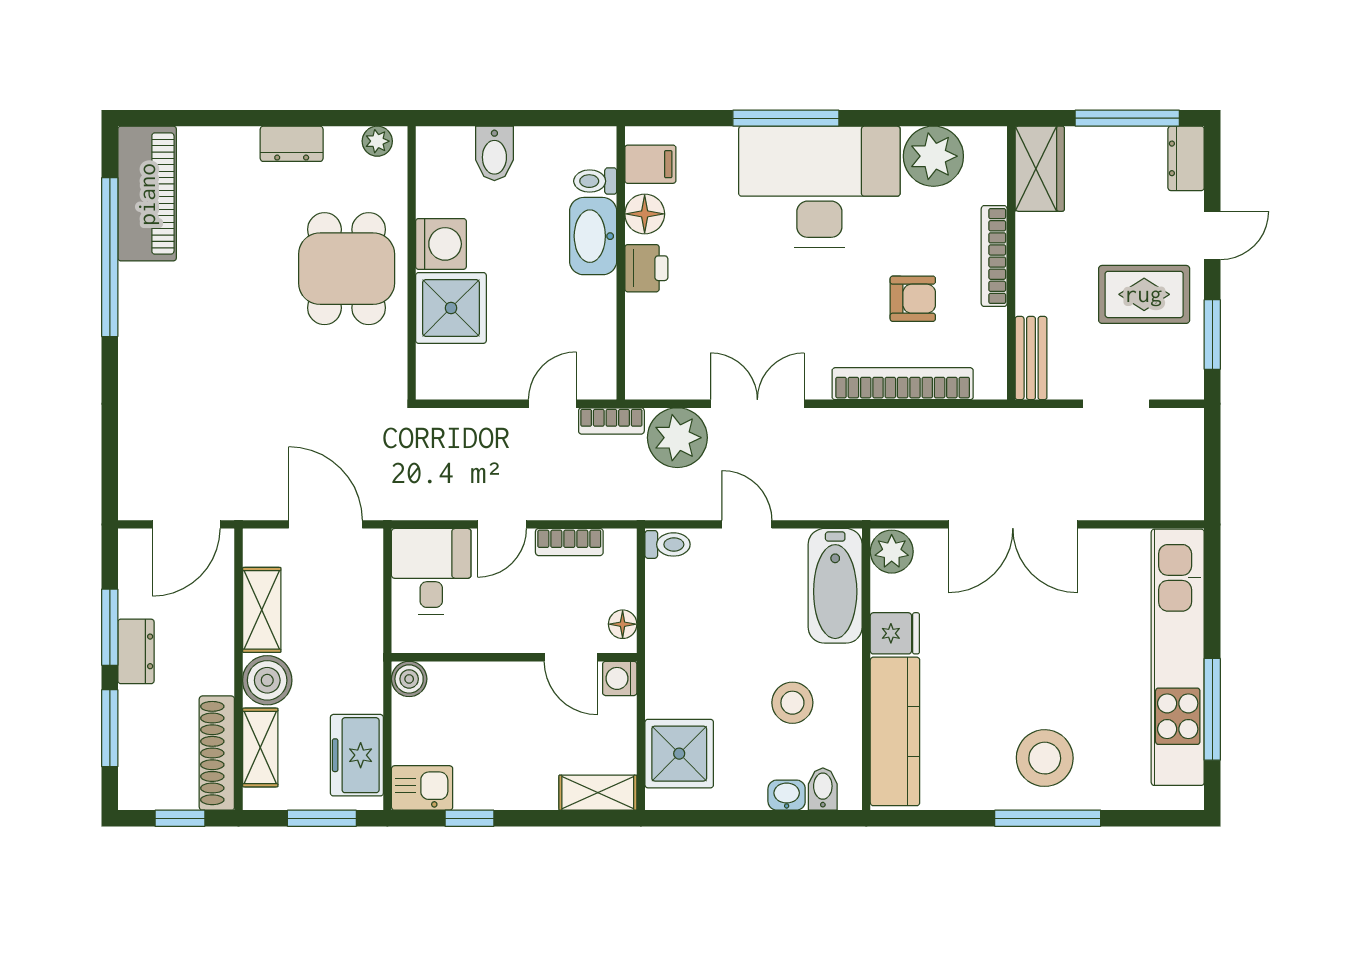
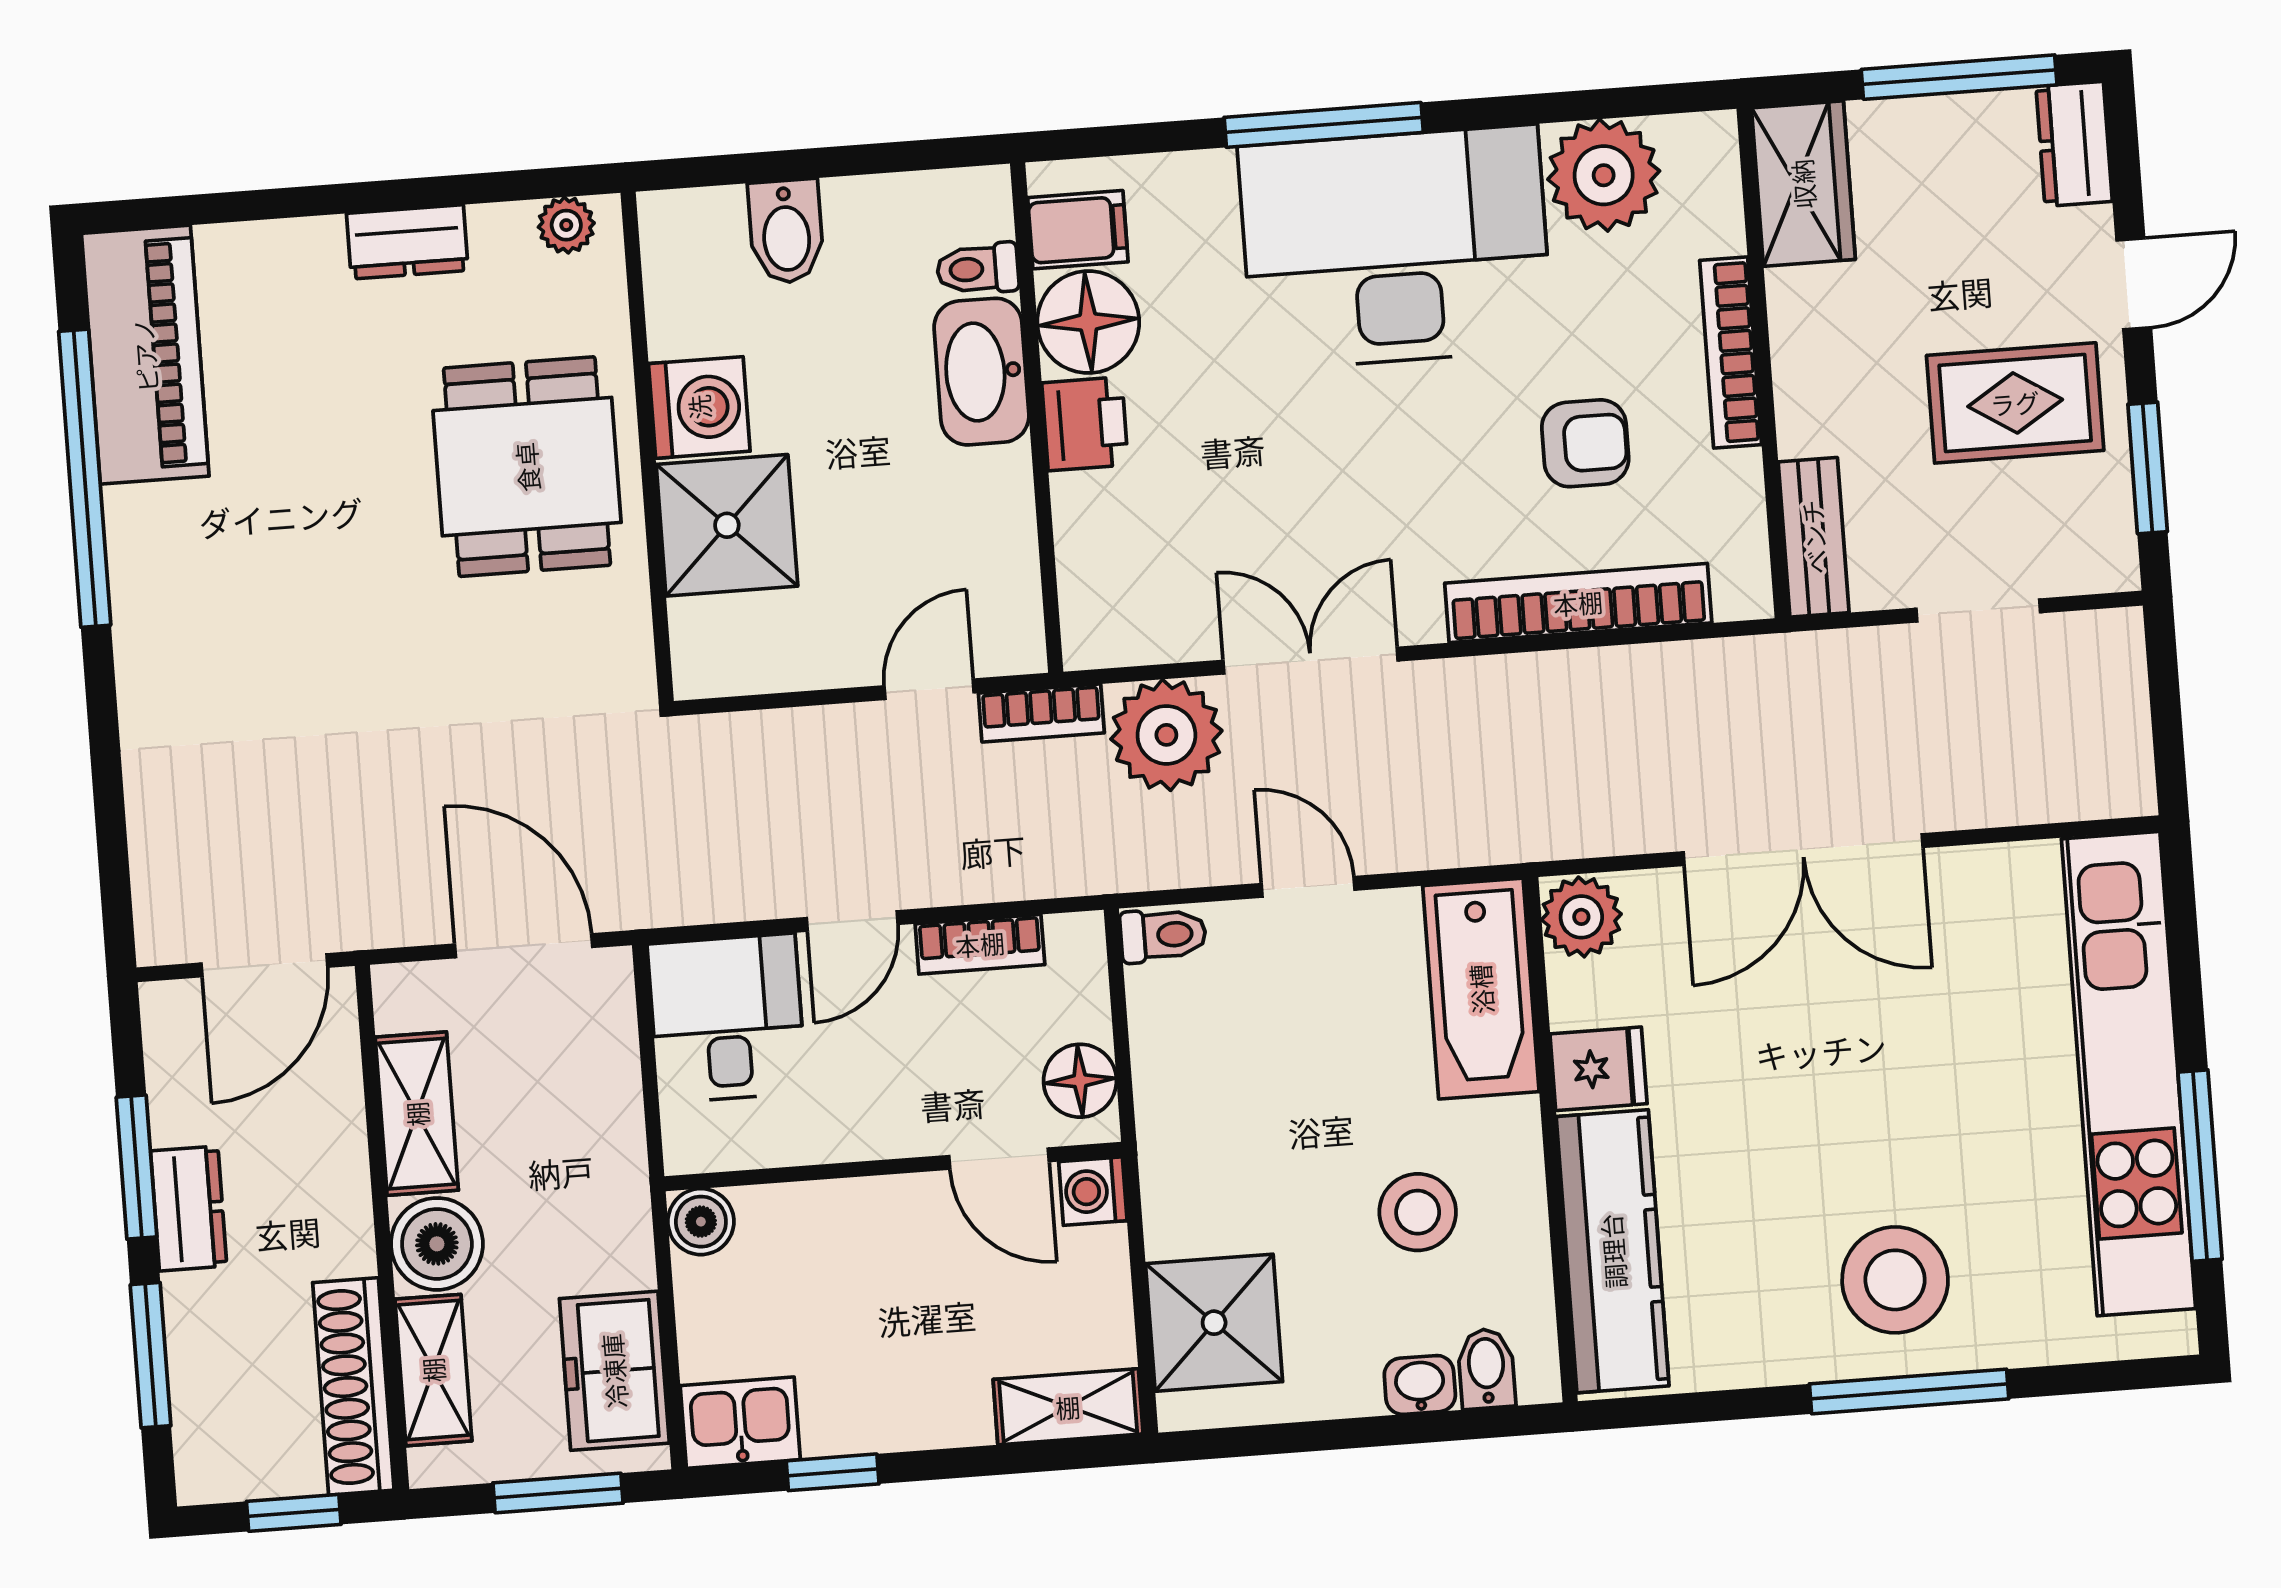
floor lamp: (645, 214) -> (1088, 322), width x1.38, depth x1.38
floor lamp: (623, 624) -> (1080, 1081), width x1.37, depth x1.37

